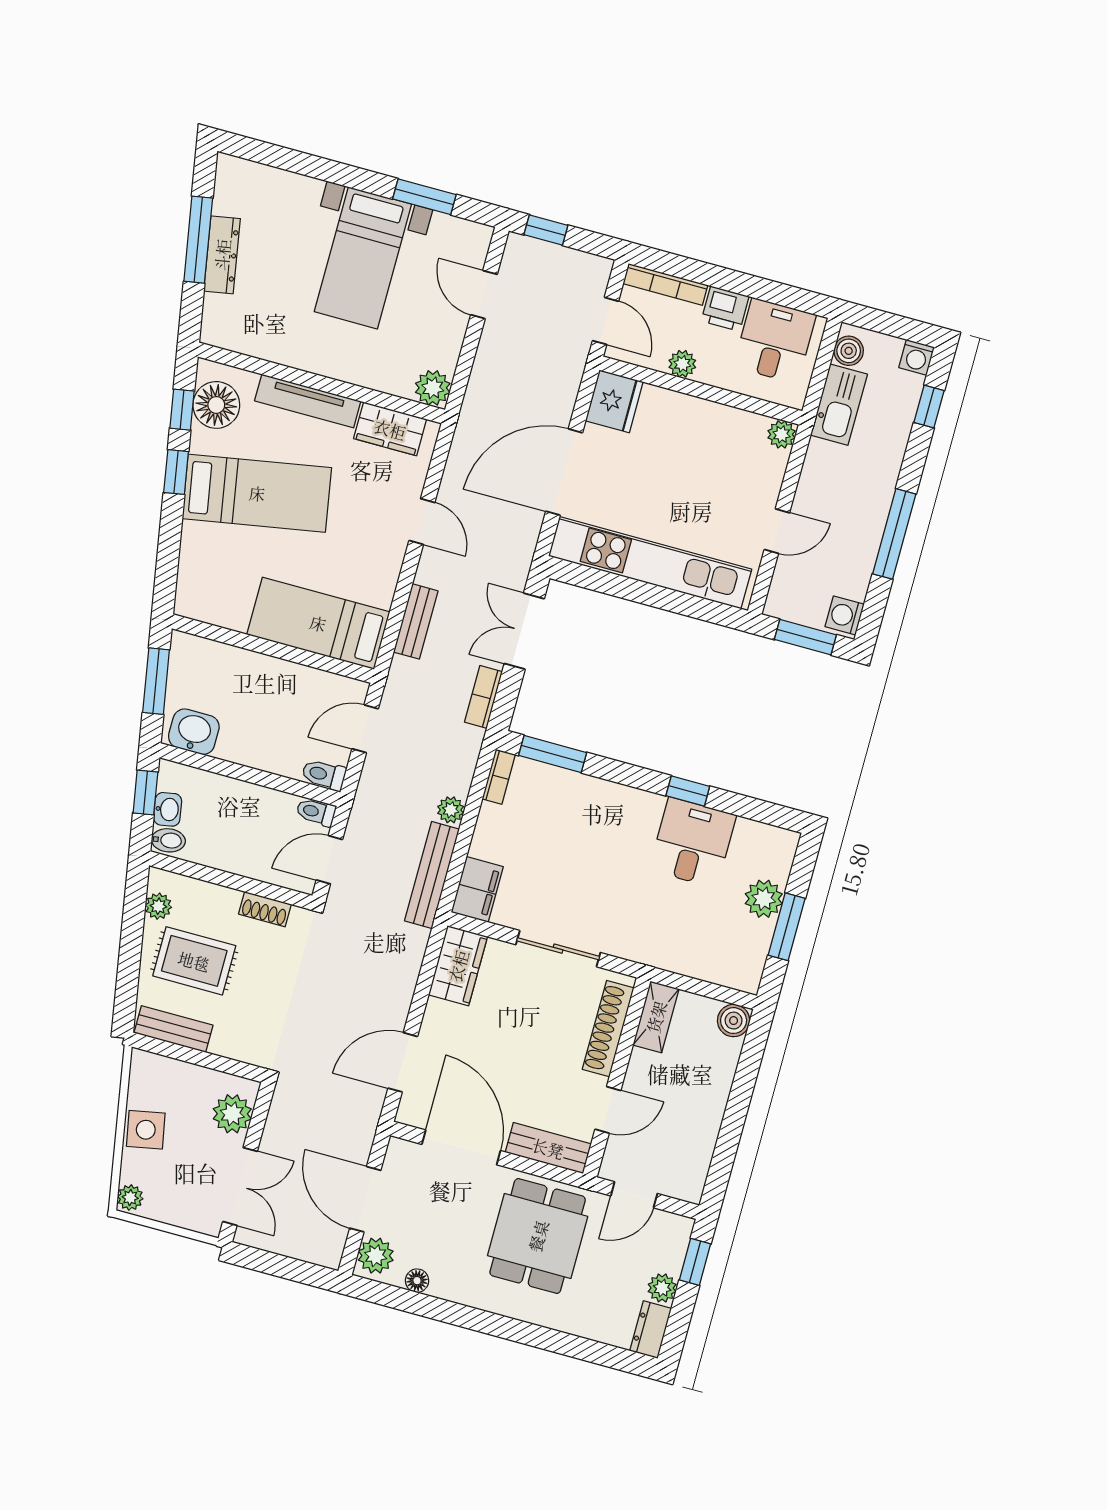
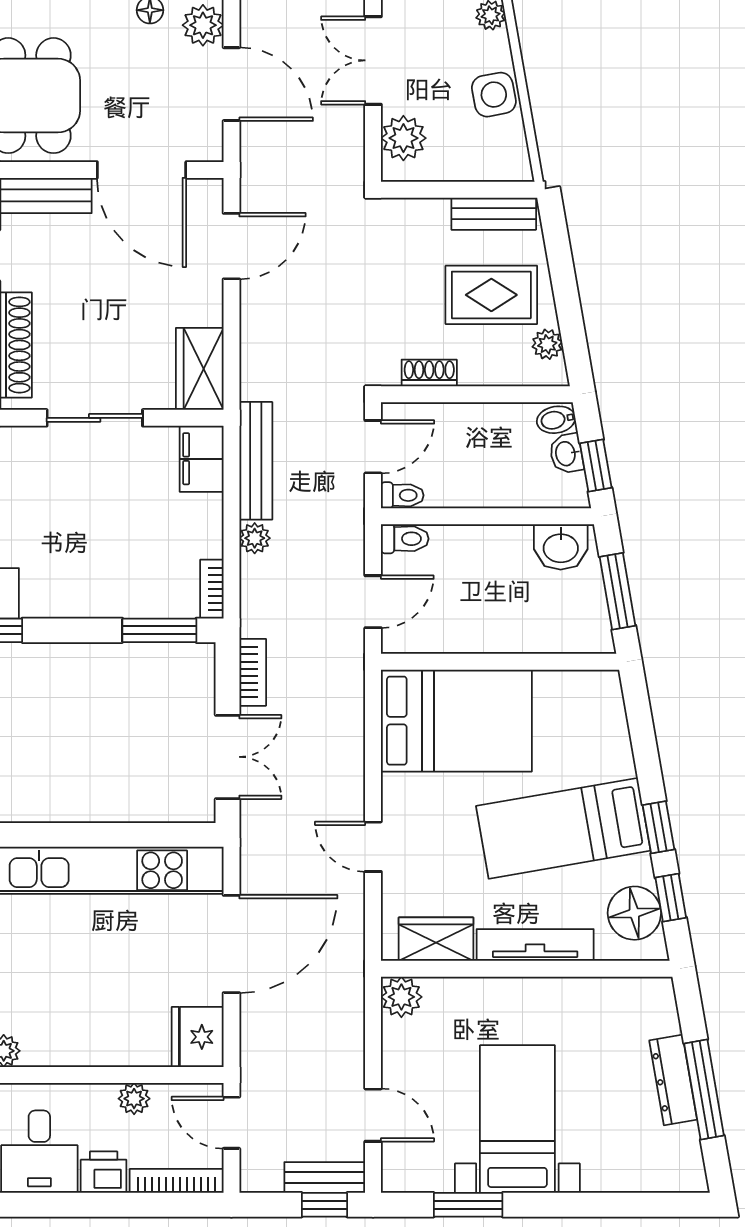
bench: (416, 621) -> (325, 1178), moved, turned 90
bed: (318, 623) -> (456, 721), width x1.50

